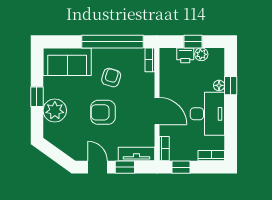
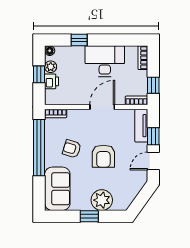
floor lamp: (219, 85) -> (50, 51), moved

